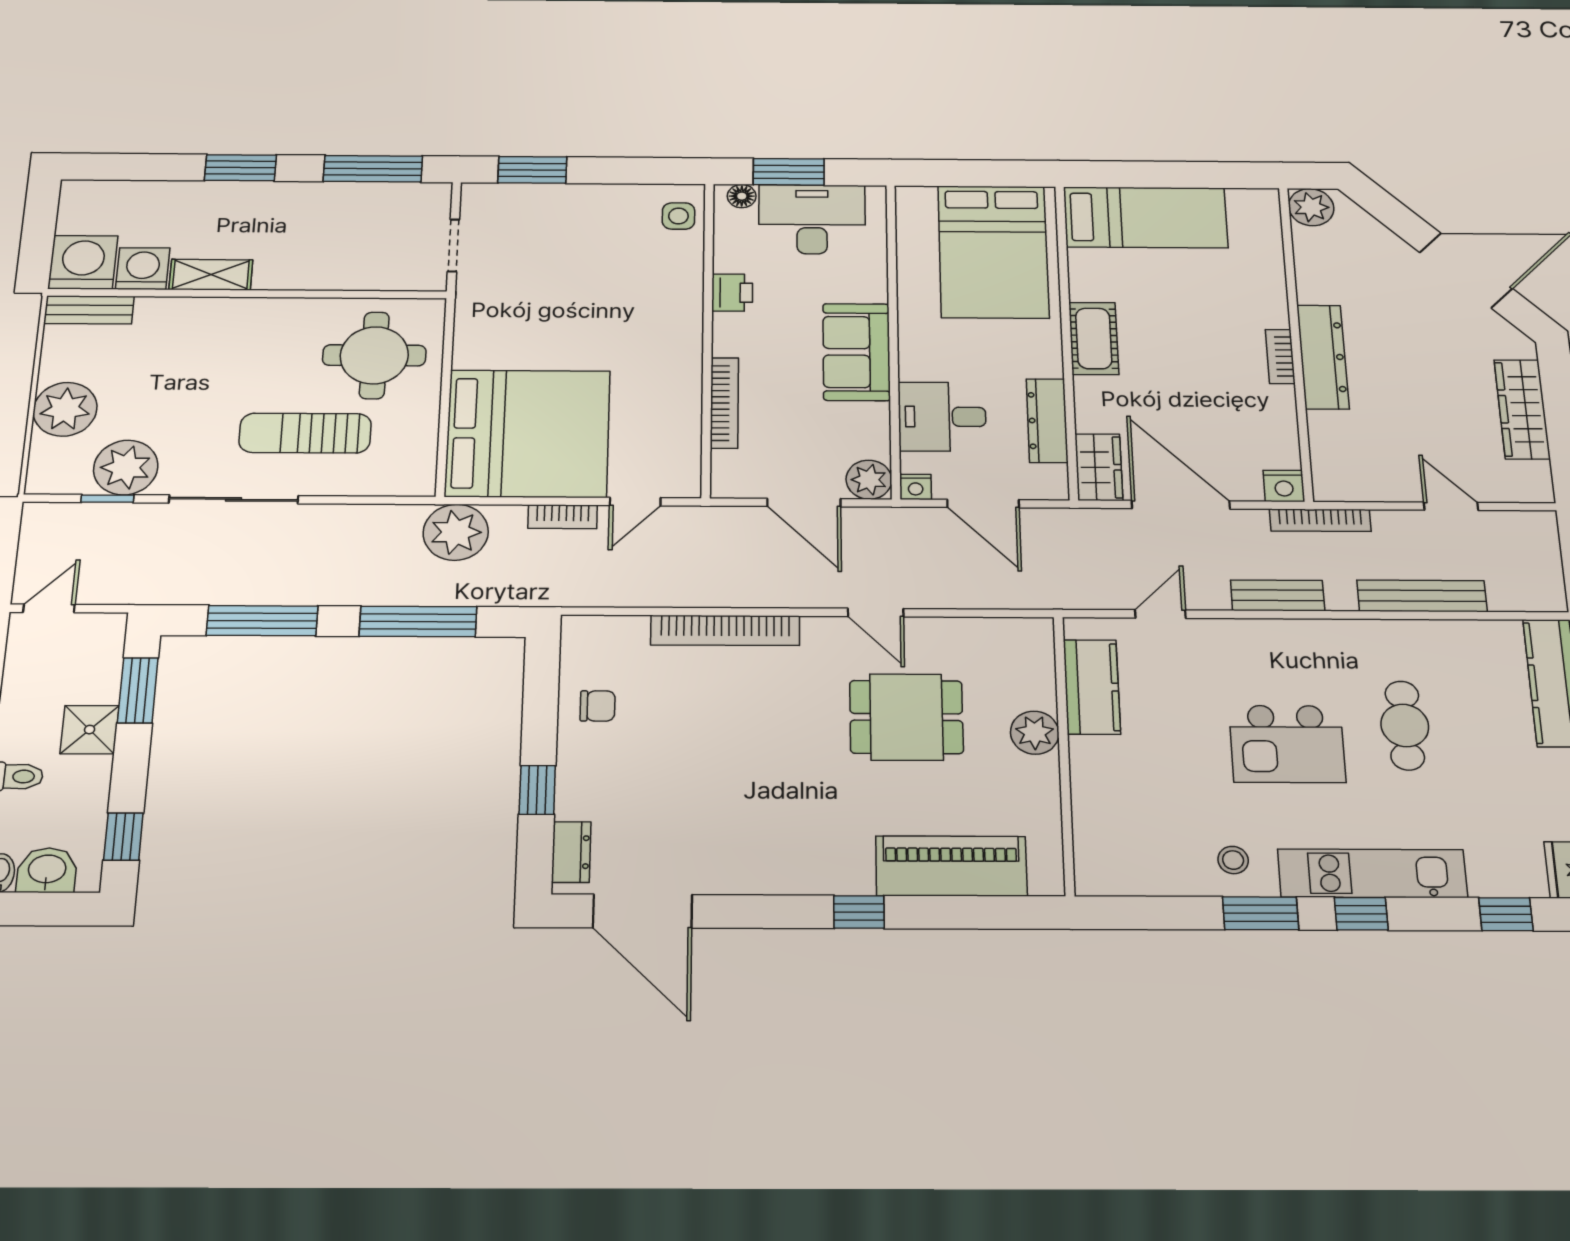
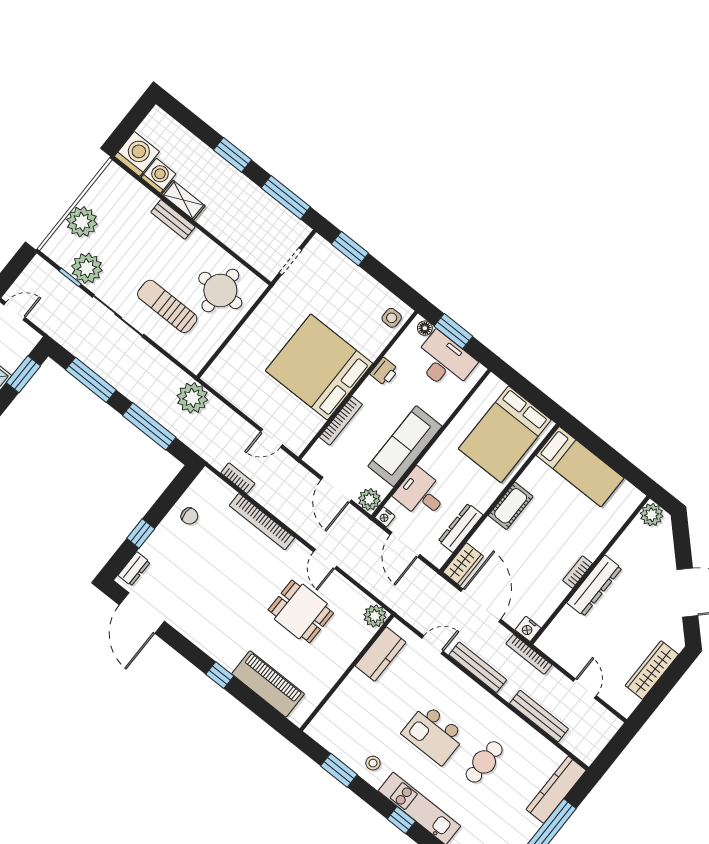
bench: (89, 310) -> (173, 219), moved
sofa: (856, 352) -> (405, 446), width x1.36
bed: (528, 433) -> (319, 367), moved, turned 180
bookcase: (563, 517) -> (238, 478), moved, turned 180
bench: (1278, 595) -> (478, 667), width x1.36
plant: (1035, 733) -> (375, 616), moved
window: (1261, 913) -> (339, 770), moved

